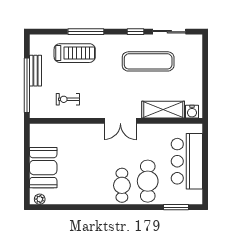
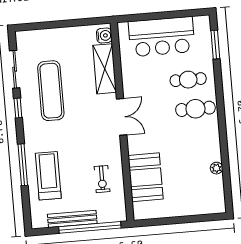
bench: (36, 71) -> (72, 219), width x1.36
booth: (43, 168) -> (146, 177), moved, turned 90
cafe table: (148, 181) -> (188, 80), width x0.73, depth x0.74
plant: (40, 199) -> (216, 168), moved

